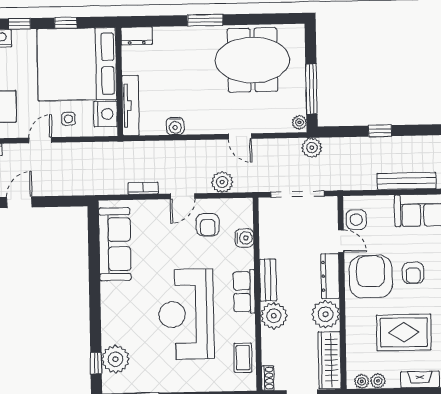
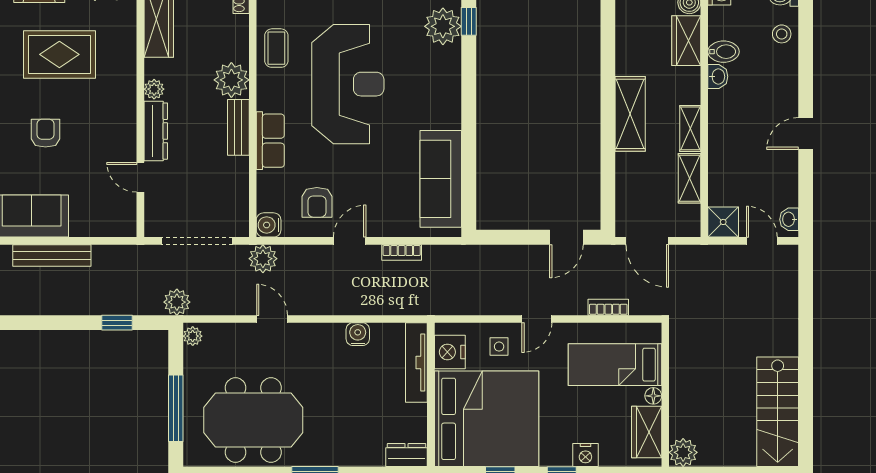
window: (311, 89) -> (176, 408), moved
window: (380, 131) -> (117, 323), moved
plant: (222, 182) -> (263, 259), moved
side table: (356, 220) -> (120, 205), removed
armchair: (208, 225) -> (317, 202), turned 180
water cooler: (244, 238) -> (269, 225), moved
armchair: (371, 277) -> (102, 129), removed
row of seats: (244, 292) -> (270, 141), moved
plant: (326, 314) -> (154, 89), width x0.53, depth x0.53
coffee table: (243, 358) -> (276, 48), moved

